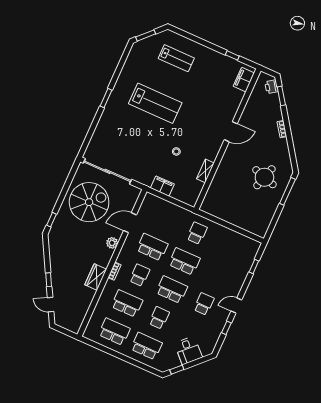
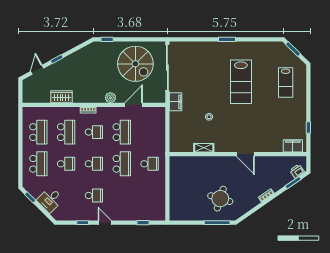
filing cabinet: (162, 186) -> (176, 102), moved
door: (130, 223) -> (133, 105), hinge flipped
wardrobe: (96, 277) -> (62, 97), moved
school desk: (172, 290) -> (94, 164), width x0.54

